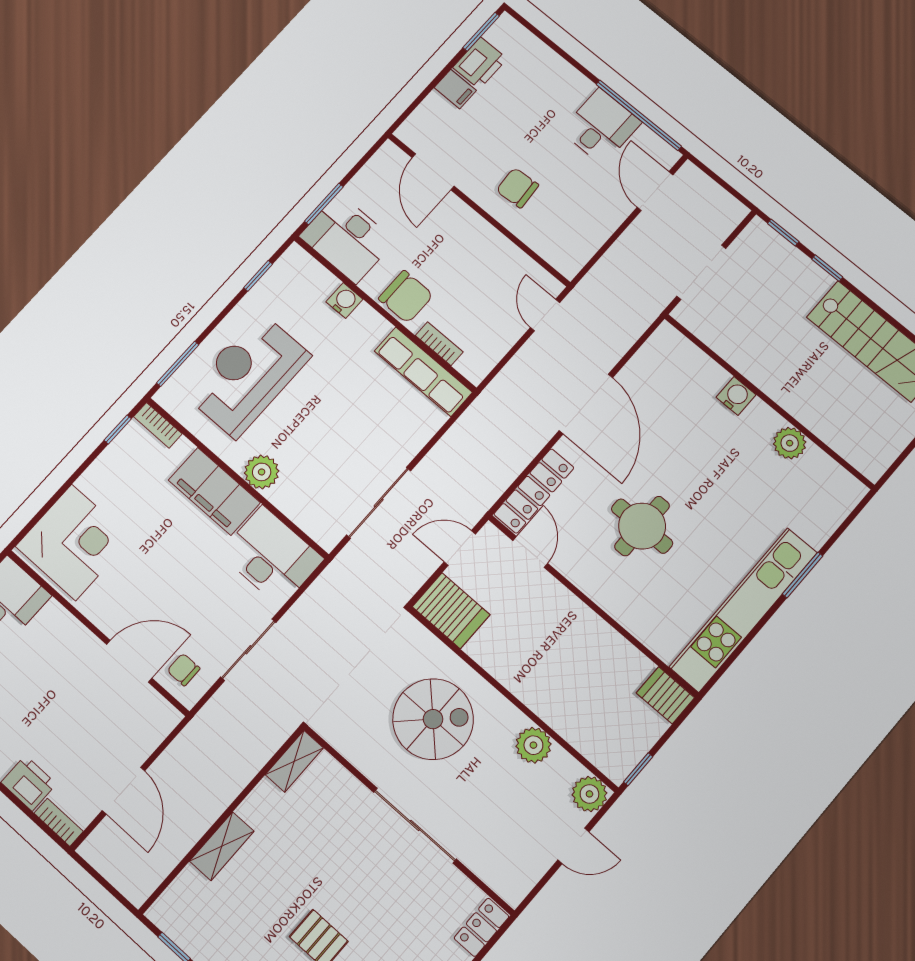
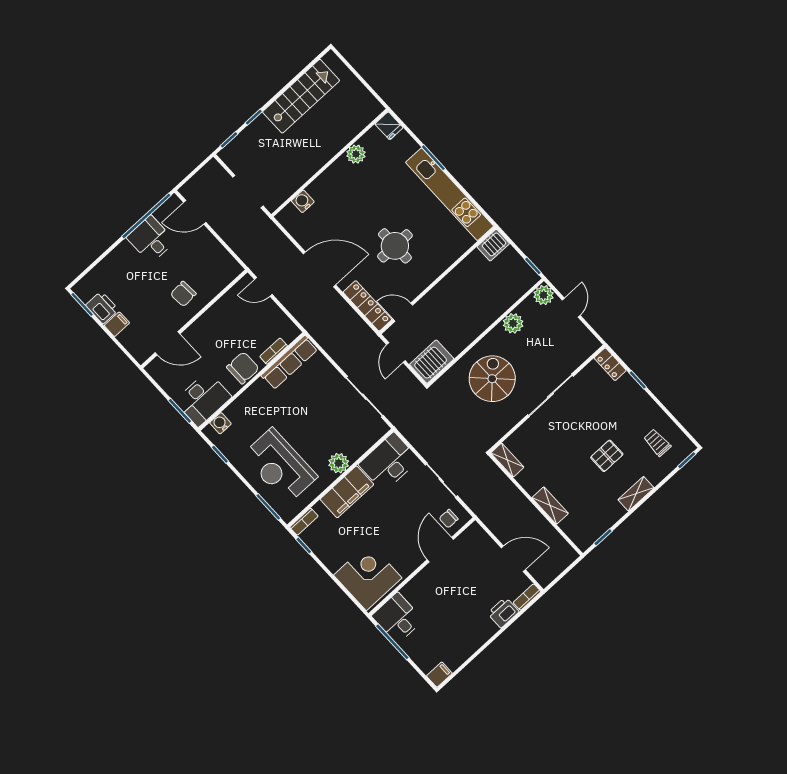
water cooler: (344, 300) -> (220, 423), moved
water cooler: (736, 396) -> (303, 201), moved
fridge: (846, 493) -> (389, 126), added

